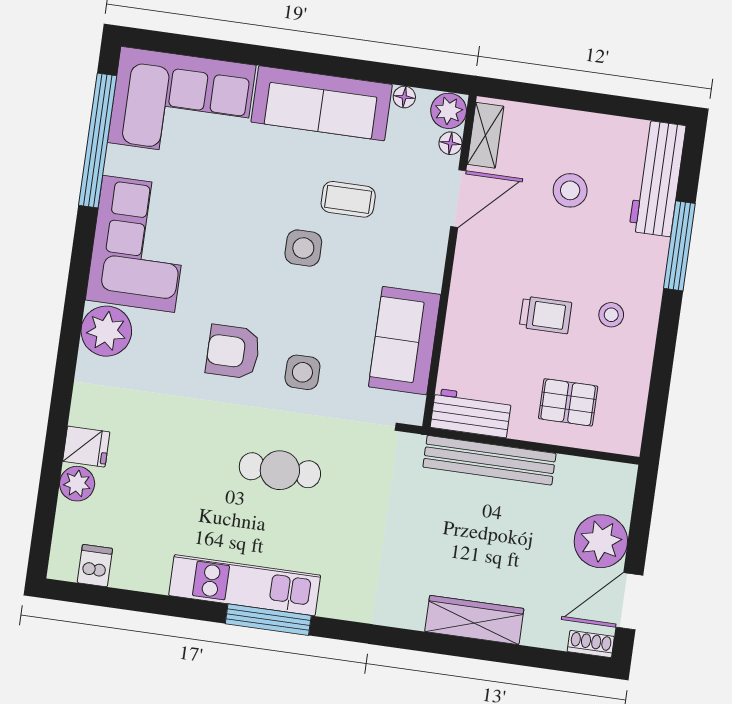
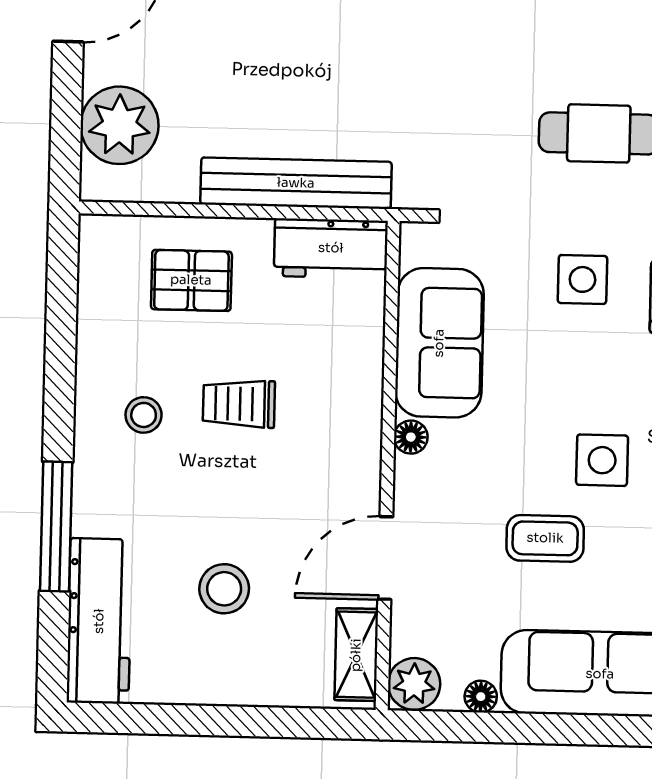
floor lamp: (450, 143) -> (411, 437), moved
plant: (601, 541) -> (119, 125), moved

